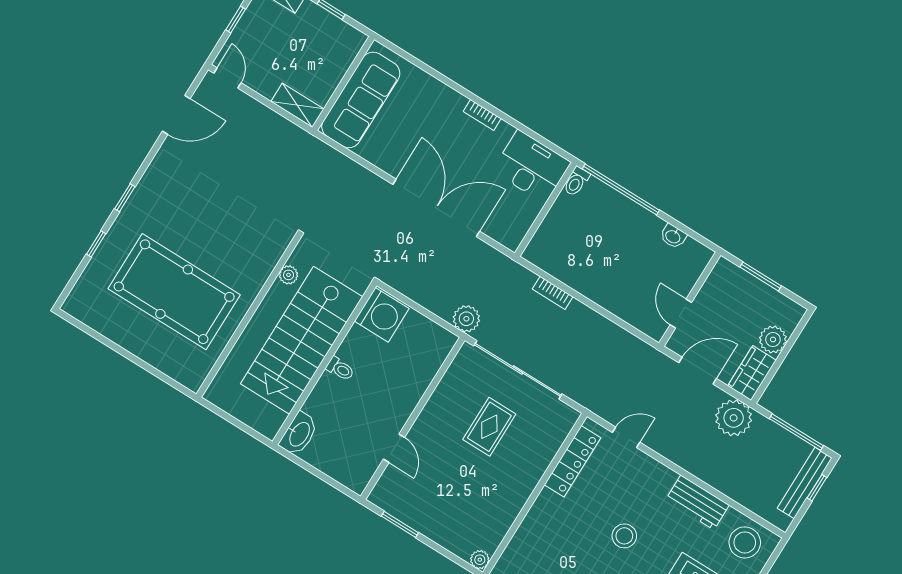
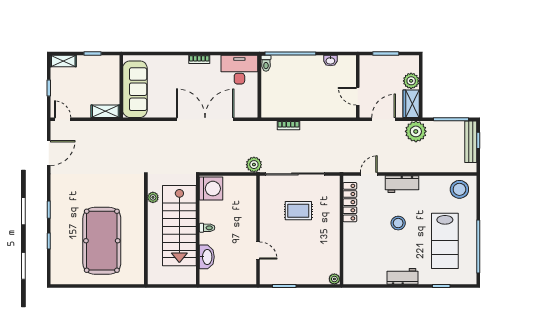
pool table: (174, 292) -> (102, 241), turned 90
rug: (489, 427) -> (298, 211), turned 90
washbasin: (299, 434) -> (207, 257), moved
workbench: (697, 502) -> (402, 184), moved

